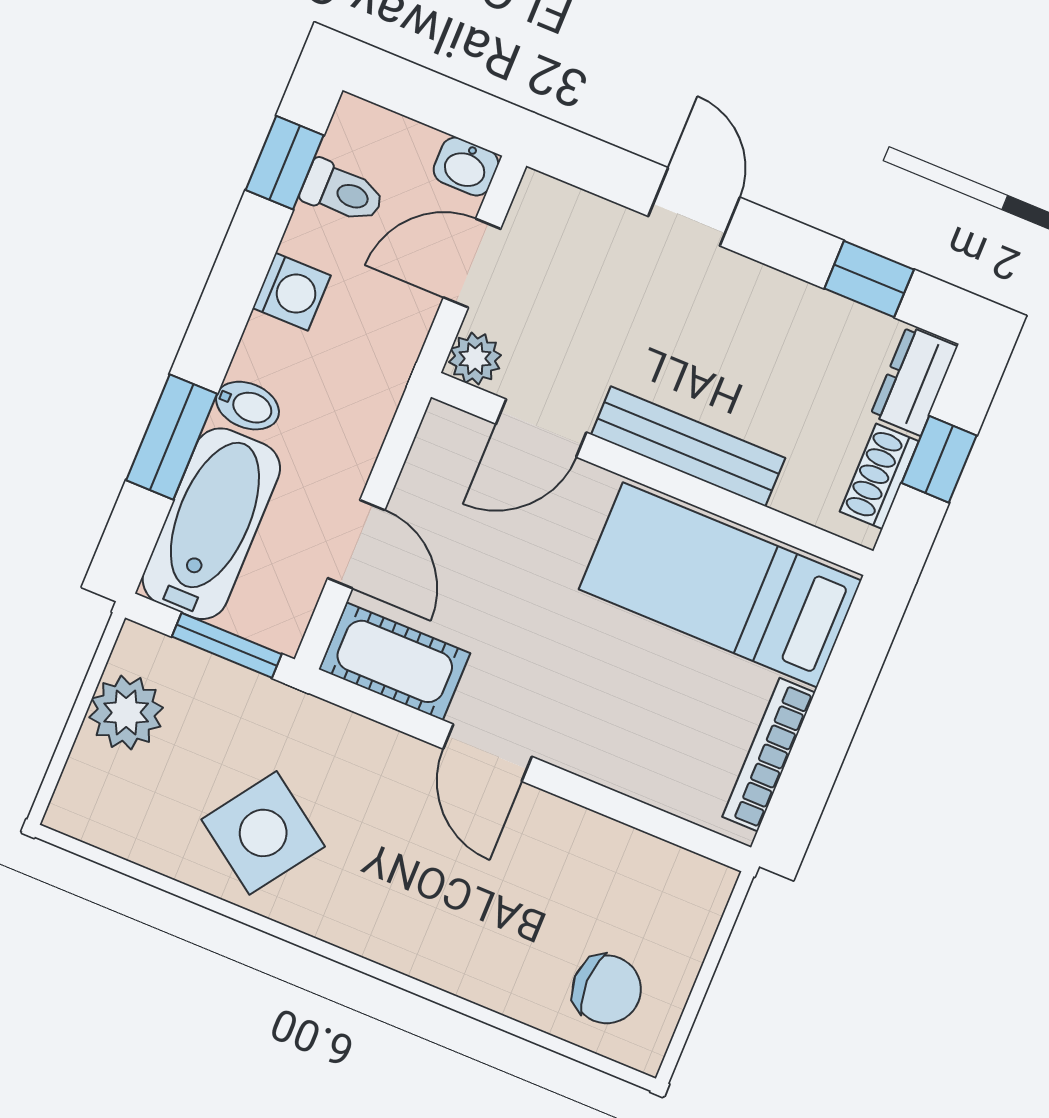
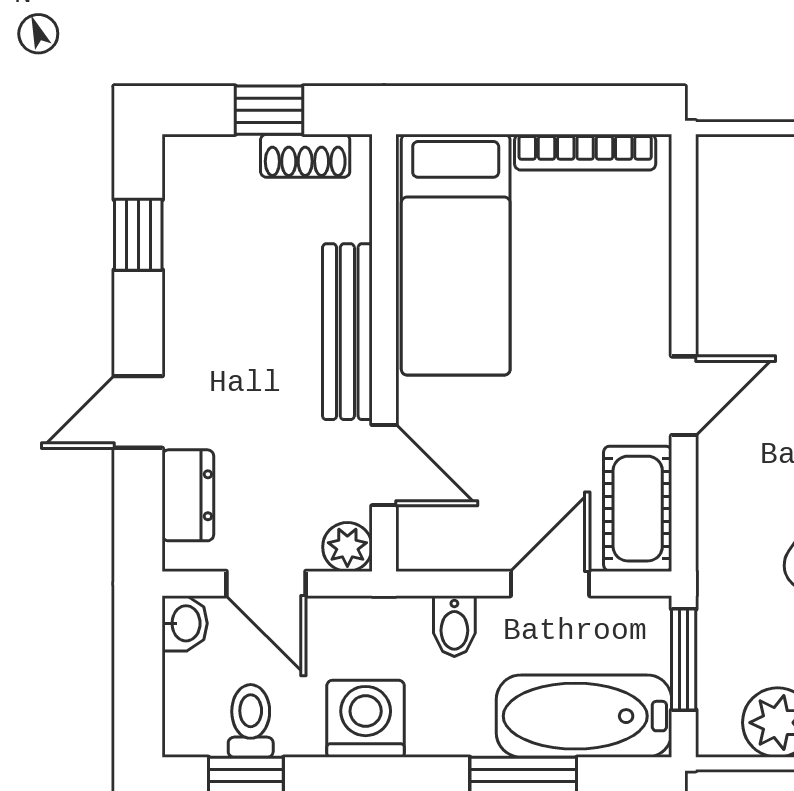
washing machine: (292, 292) -> (366, 719), width x1.38, depth x1.38
dresser: (914, 381) -> (188, 495), moved, turned -90
bidet: (247, 406) -> (454, 626), moved, turned 180

